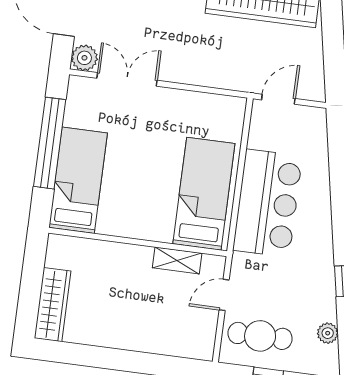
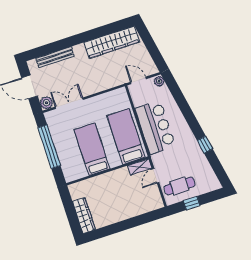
door: (278, 99) -> (138, 80), hinge flipped
bed: (78, 180) -> (92, 149), moved
shelving: (177, 260) -> (140, 167), moved
plant: (328, 333) -> (159, 81), moved

